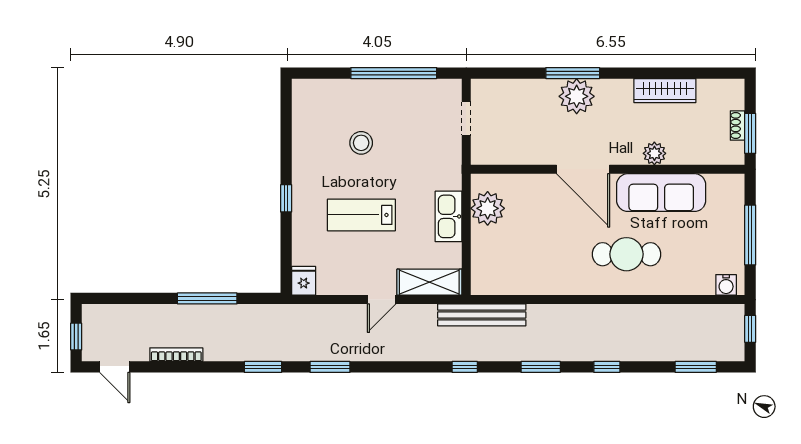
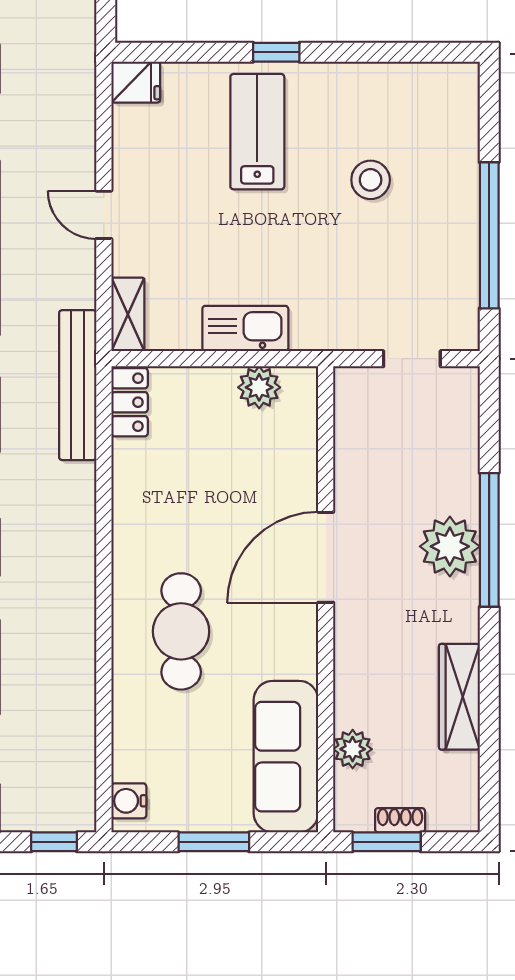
window: (573, 73) -> (489, 540), width x1.46
plant: (654, 153) -> (353, 749), moved
sofa: (661, 193) -> (286, 757), moved
plant: (488, 208) -> (259, 387), width x0.73, depth x0.73
lab bench: (361, 215) -> (257, 132), moved
window: (750, 235) -> (214, 842), width x0.69
shelving: (429, 282) -> (128, 314), width x0.67, depth x0.75
locker: (492, 284) -> (130, 402), added

